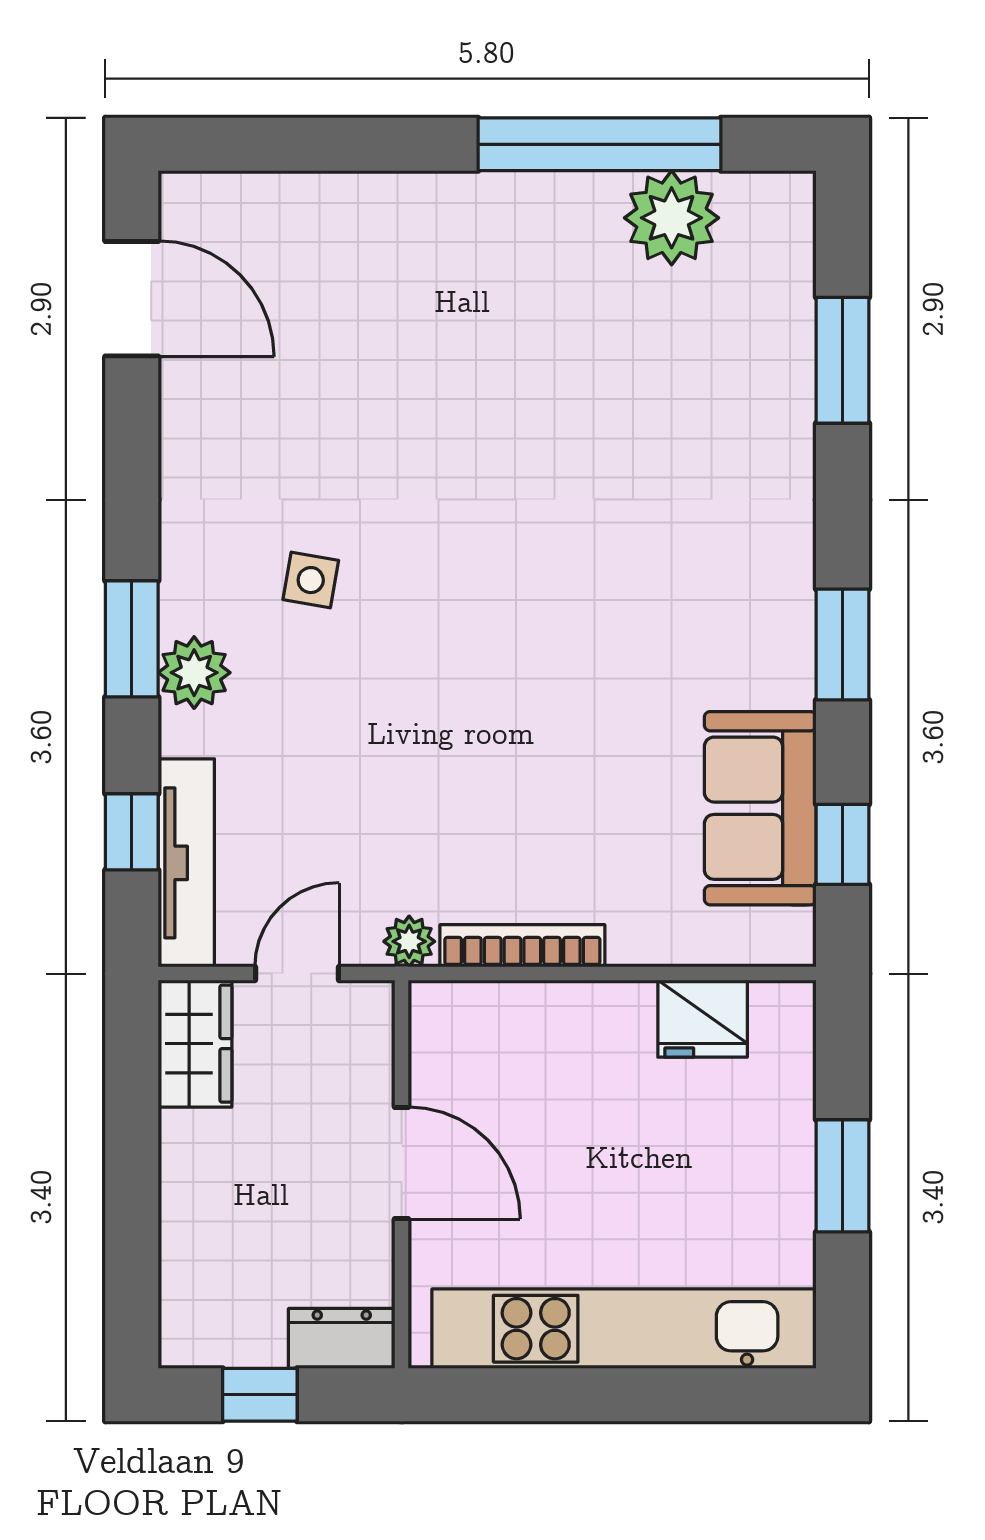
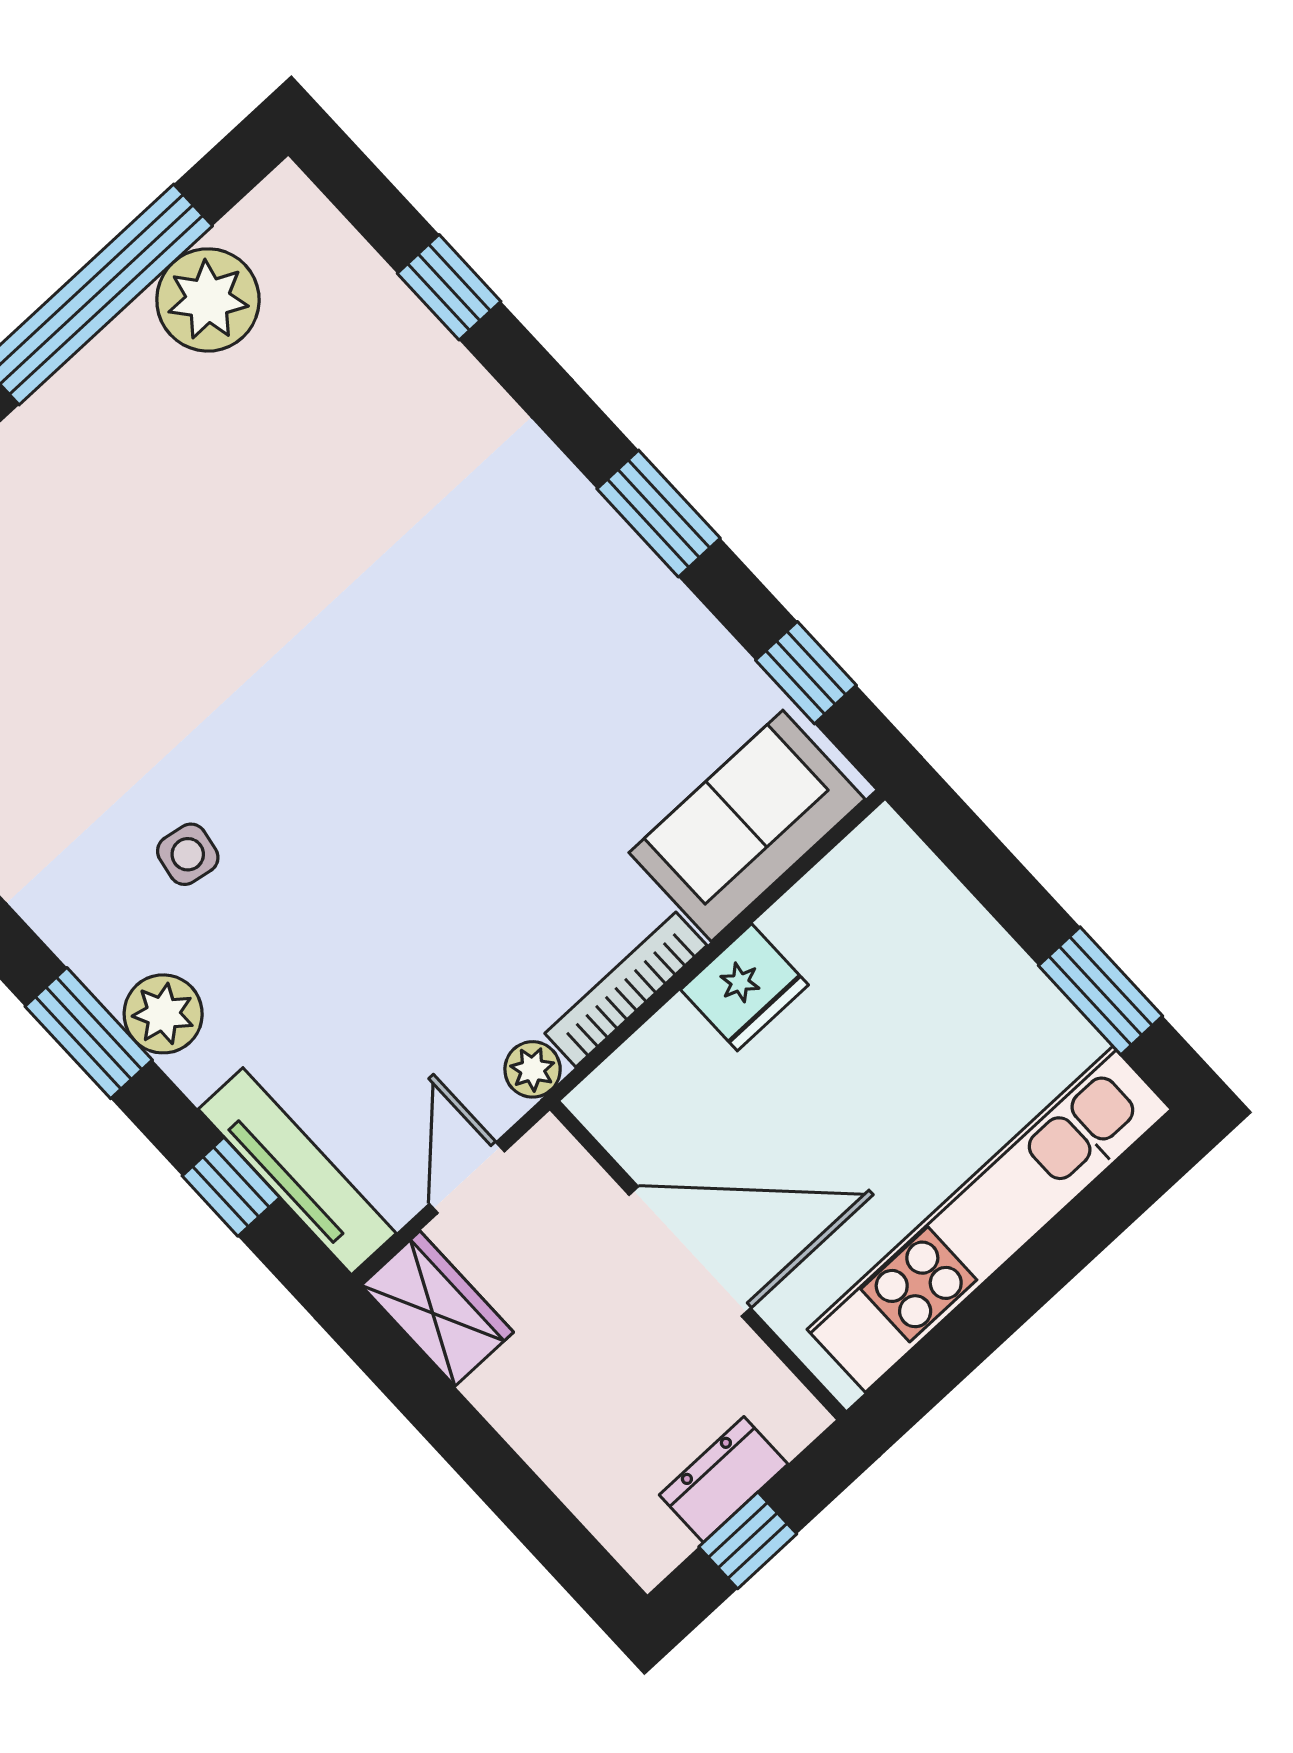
window: (843, 360) -> (449, 287), width x0.67
sofa: (760, 808) -> (747, 826), moved, turned 90
fridge: (703, 1019) -> (744, 987), moved
door: (402, 1163) -> (690, 1251), width x1.36
window: (843, 1176) -> (1100, 991), moved
dresser: (342, 1338) -> (724, 1479), moved

